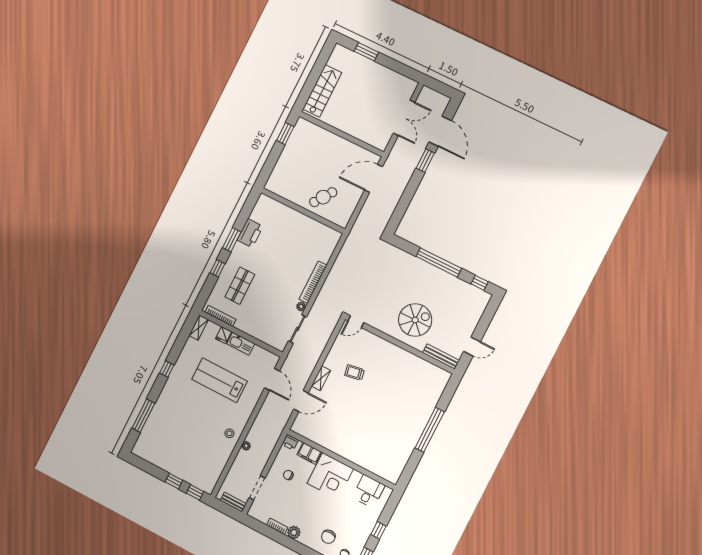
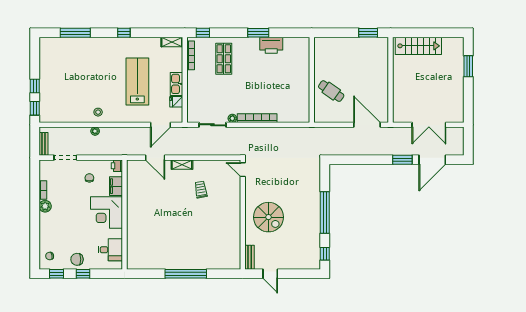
window: (217, 268) -> (203, 33), moved
shop shelf: (240, 286) -> (224, 59), turned 90
fridge: (224, 335) -> (176, 102), moved
bench: (441, 357) -> (250, 257), width x0.73
chair: (328, 537) -> (77, 259), moved

